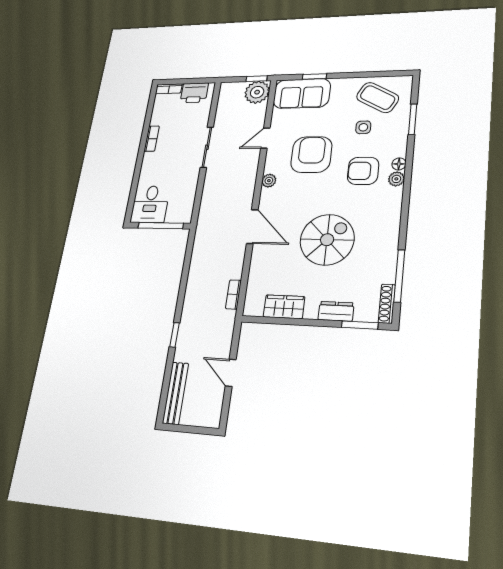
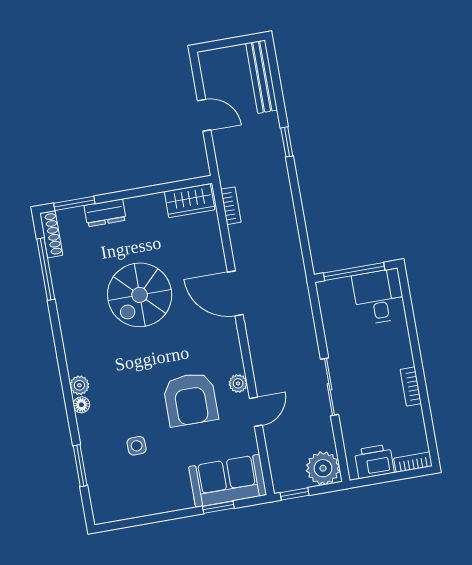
plant: (257, 92) -> (323, 468), moved
coffee table: (378, 98) -> (130, 489), removed
armchair: (363, 171) -> (121, 389), removed
plant: (269, 181) -> (238, 383), moved
wardrobe: (284, 307) -> (190, 201), moved

